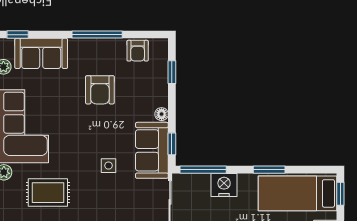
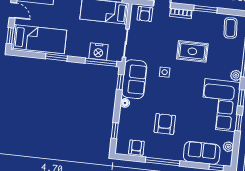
nightstand: (224, 185) -> (98, 52), moved
rug: (48, 193) -> (192, 51), moved

